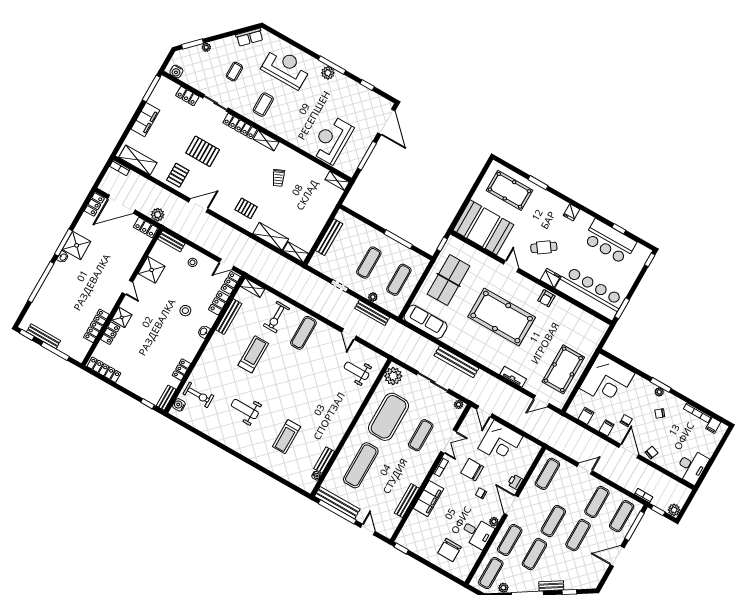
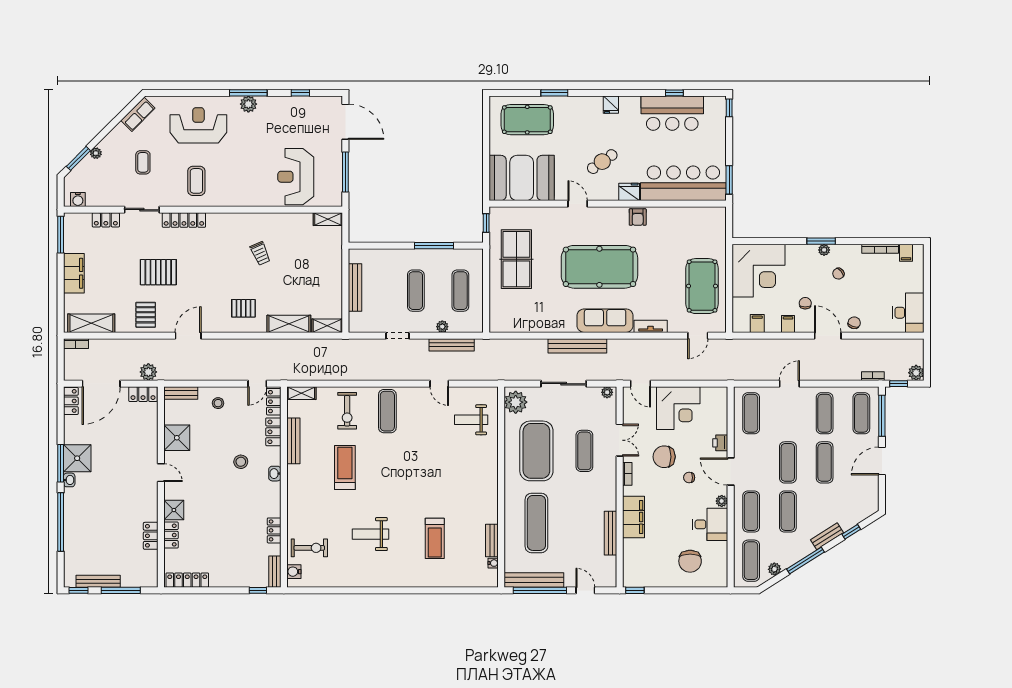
shelving: (266, 141) -> (223, 220), removed
sofa: (425, 322) -> (605, 321), moved
locker: (96, 326) -> (151, 536), width x0.66

